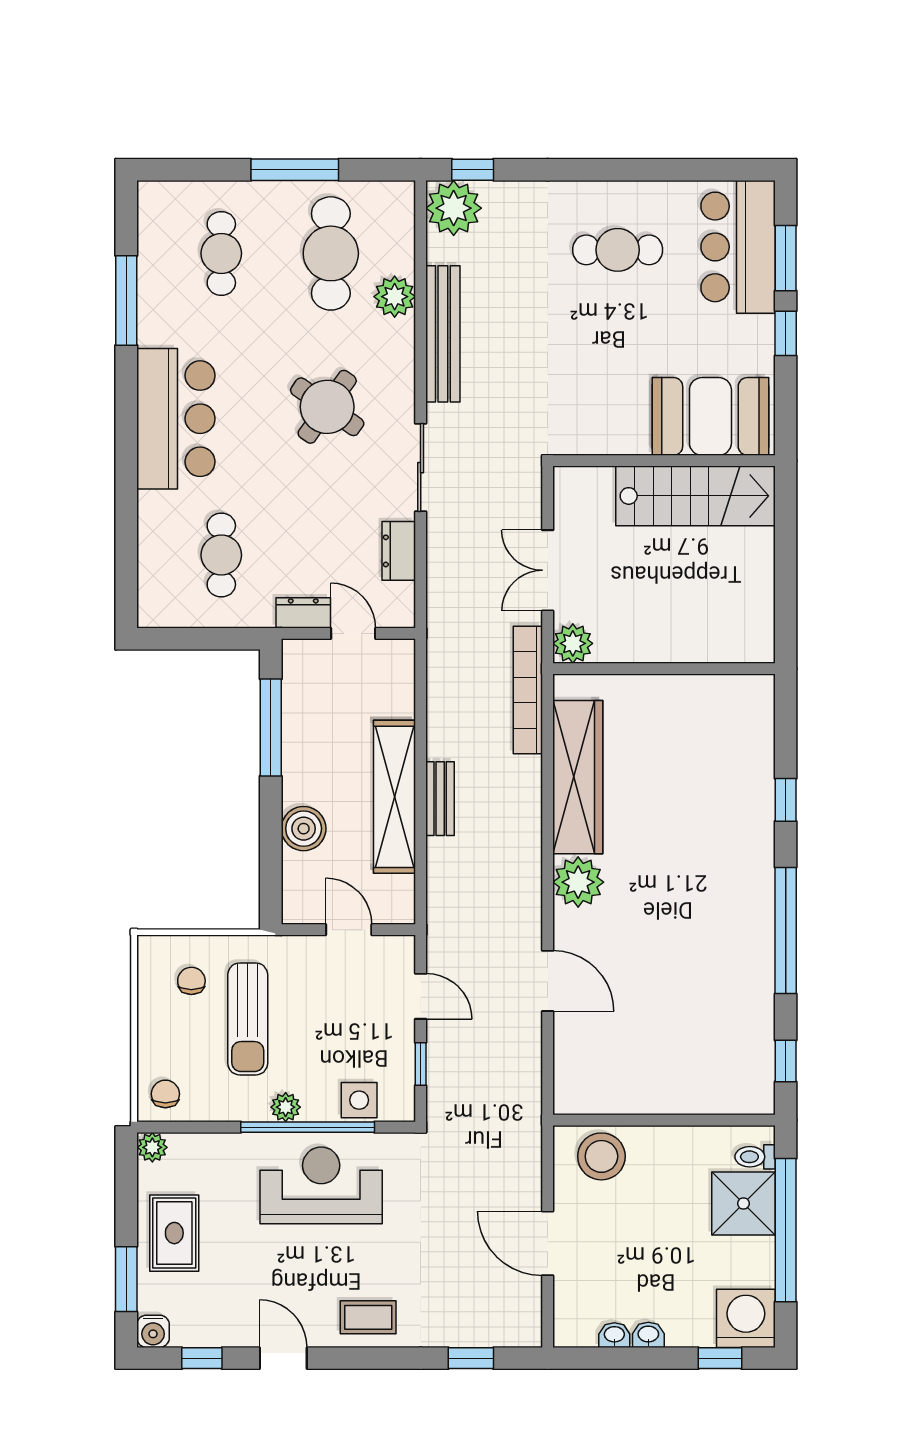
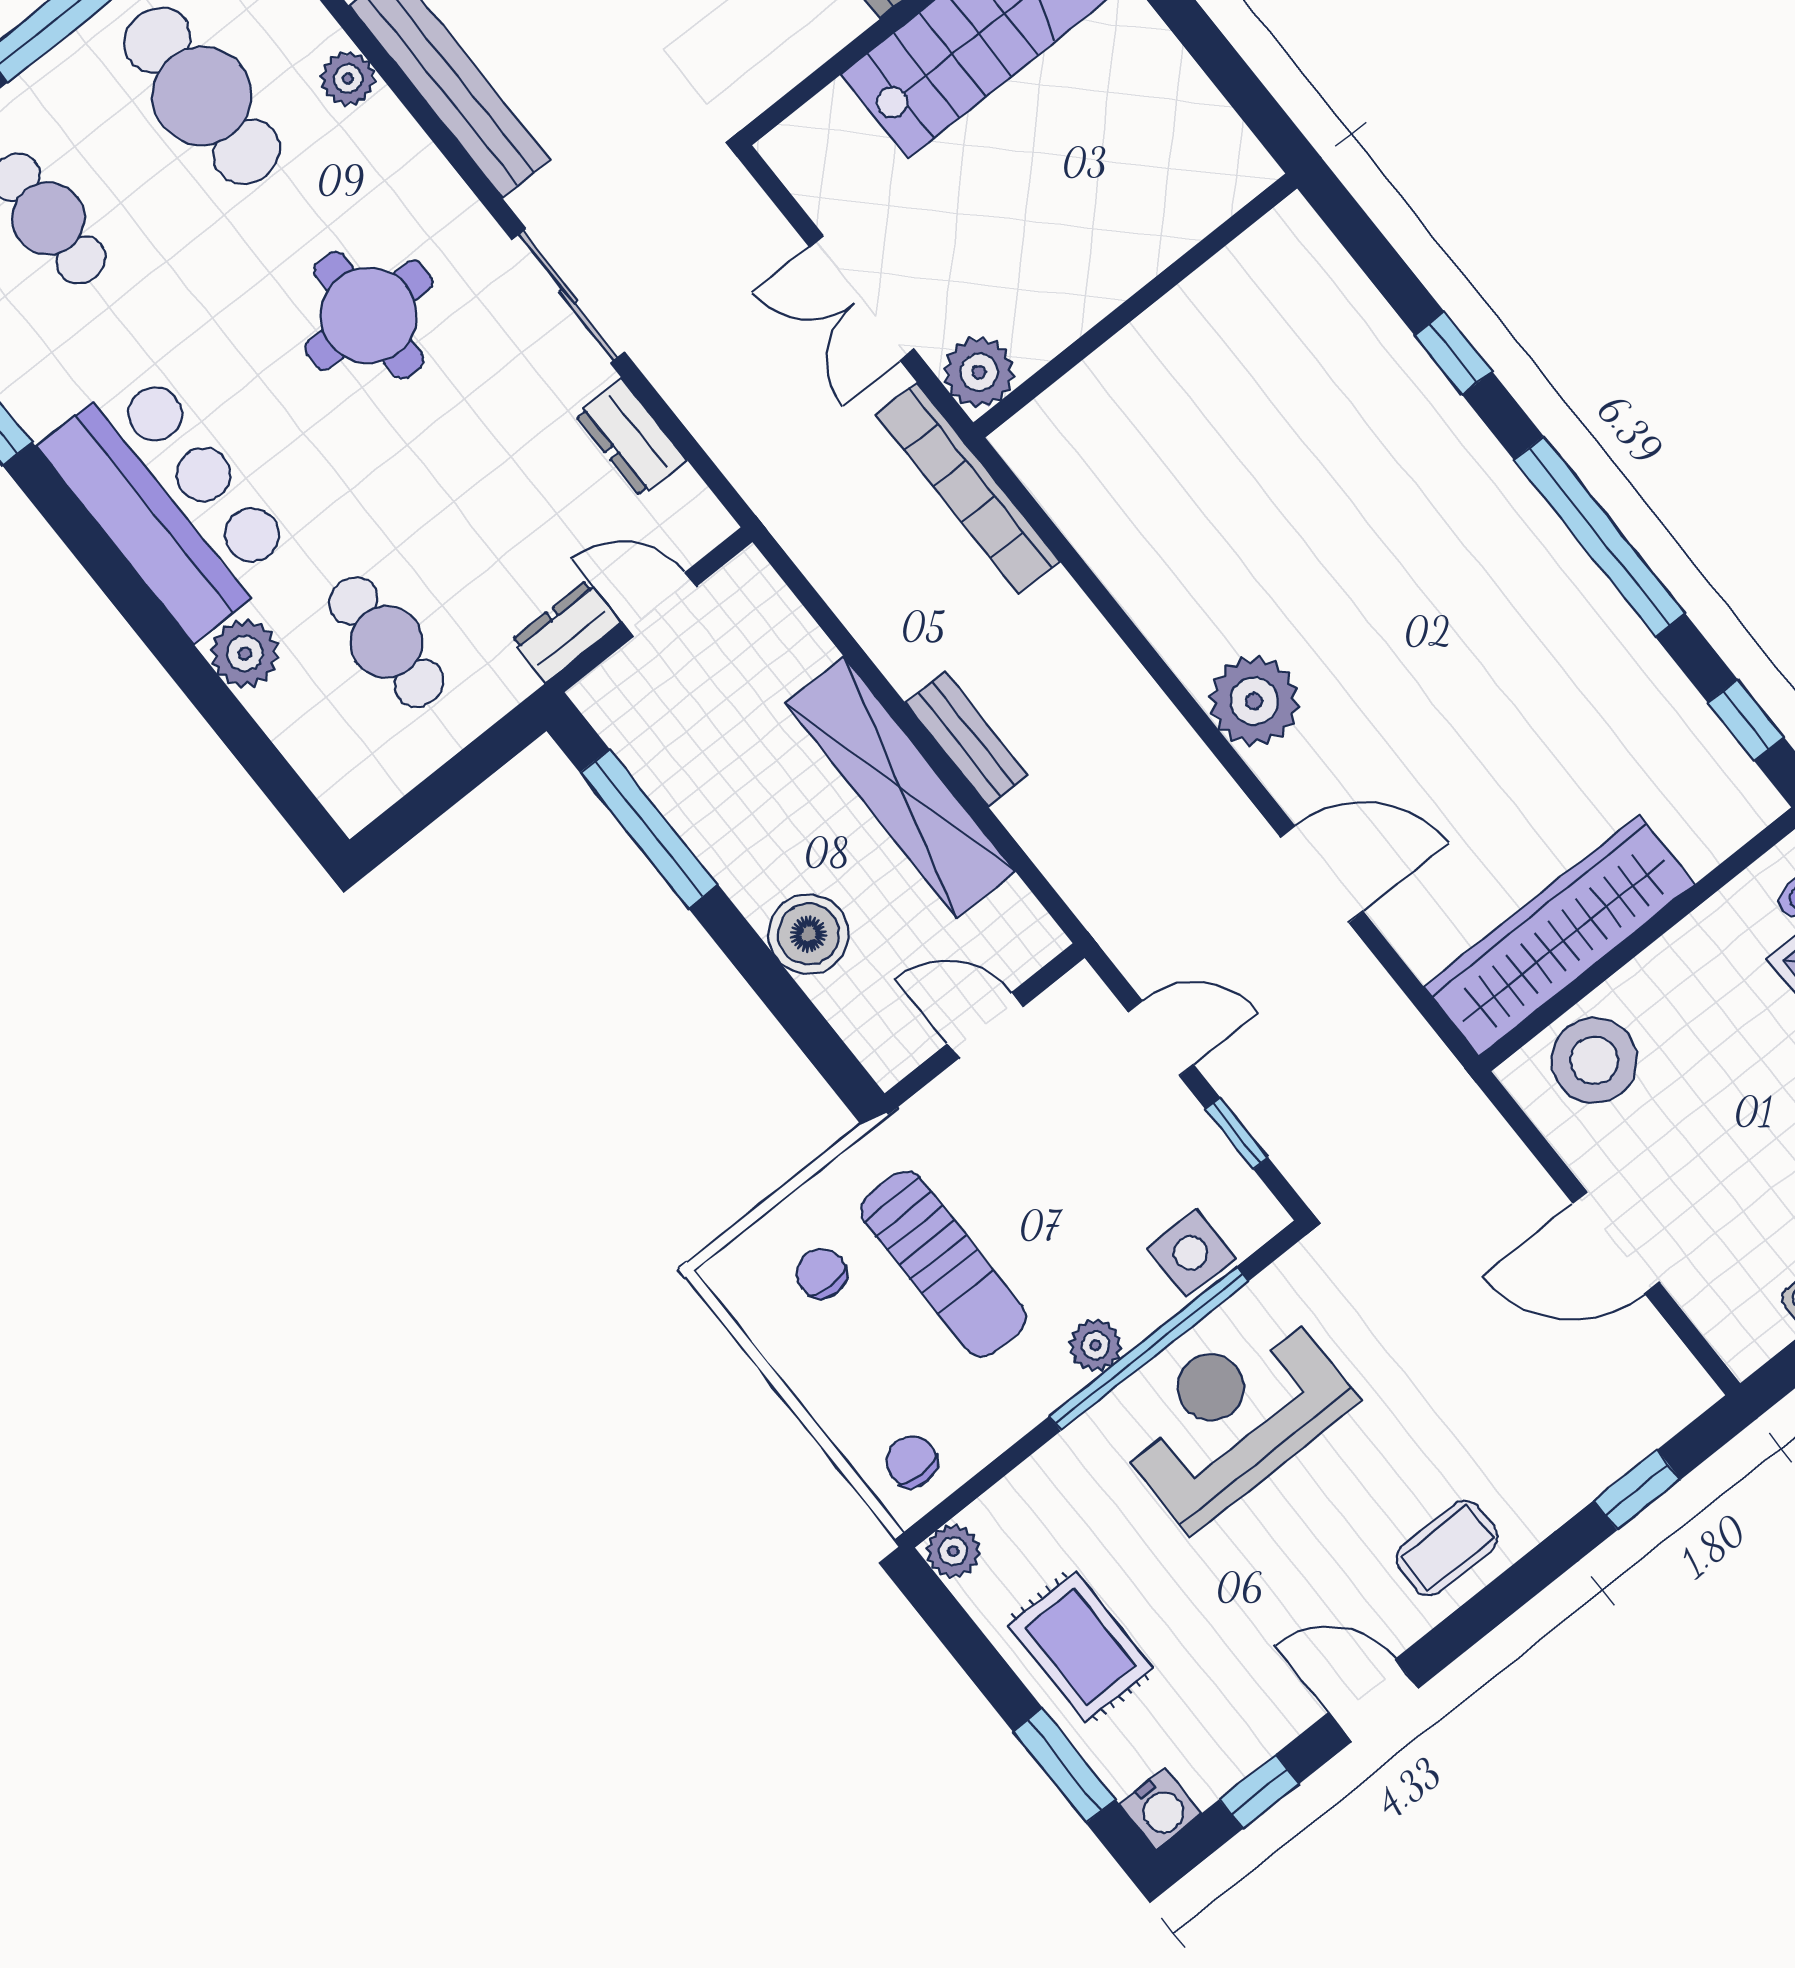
plant: (395, 297) -> (348, 79), width x0.73, depth x0.73
round table: (327, 407) -> (369, 315), turned -35
plant: (156, 511) -> (245, 653), added
wardrobe: (578, 777) -> (1559, 935), moved, turned -90

